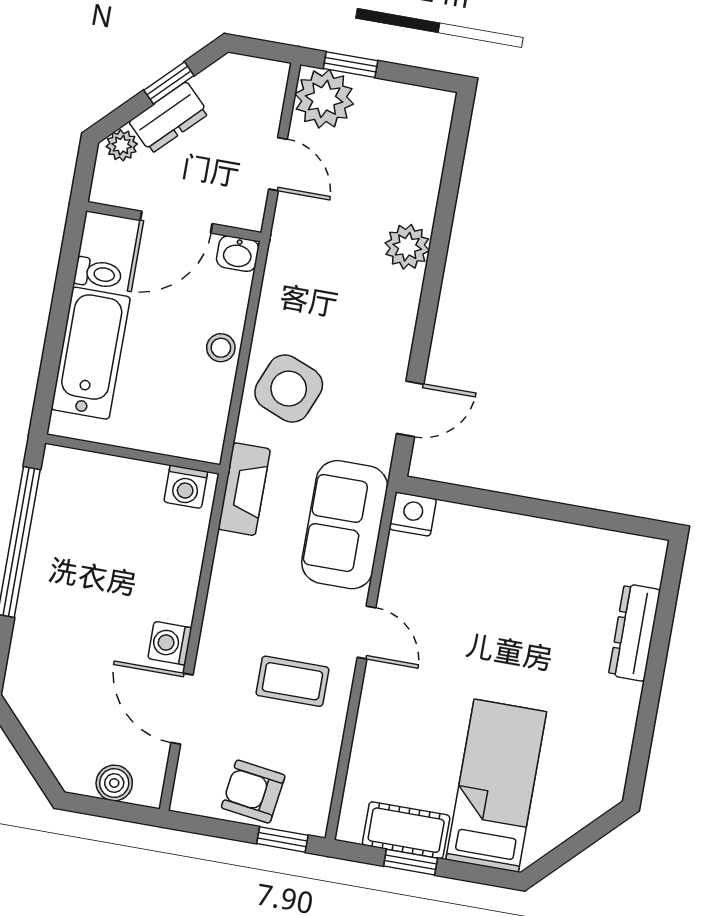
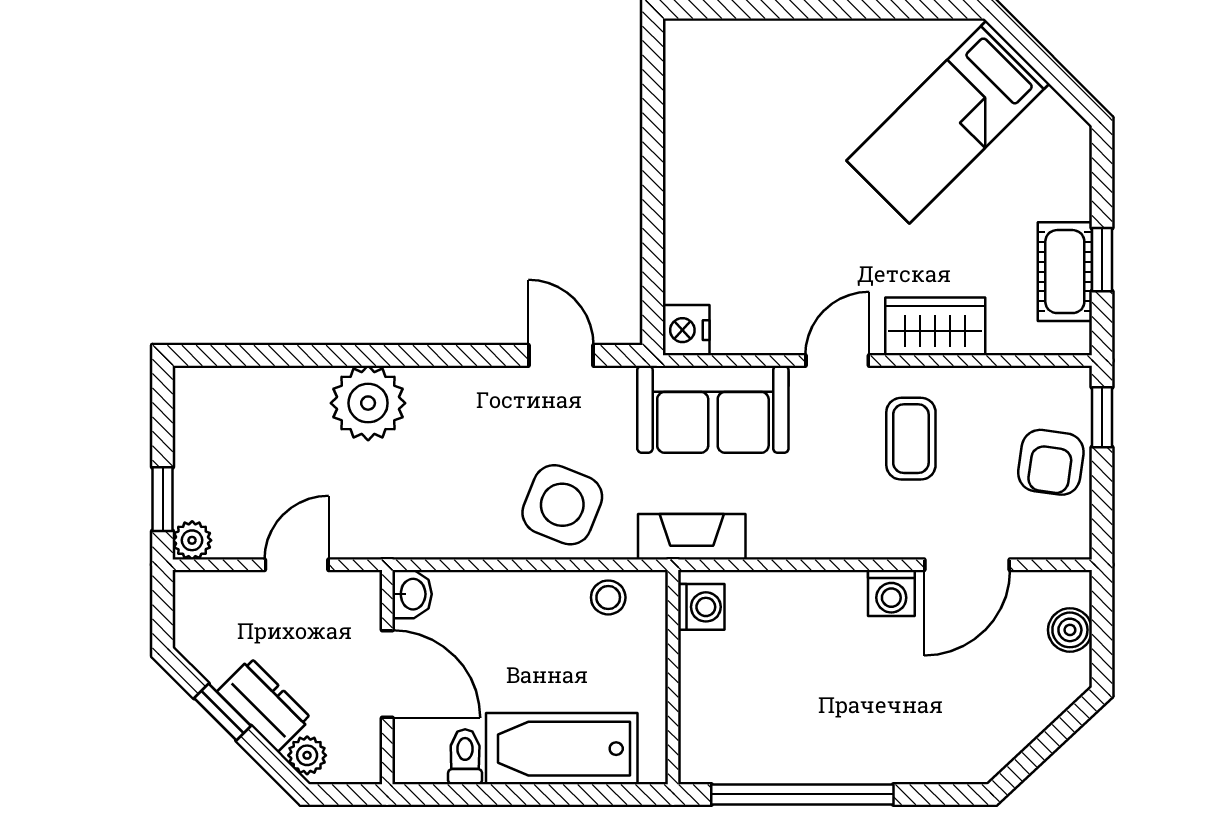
plant: (324, 99) -> (192, 540), width x0.53, depth x0.53
plant: (407, 247) -> (368, 403), width x1.36, depth x1.36
stool: (221, 348) -> (608, 597), moved
dresser: (634, 632) -> (781, 41), removed
wardrobe: (380, 717) -> (935, 326), added
bed: (496, 786) -> (948, 122), moved, turned -45

